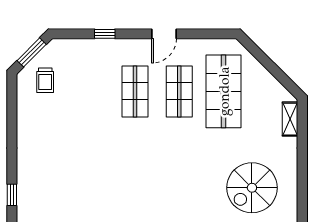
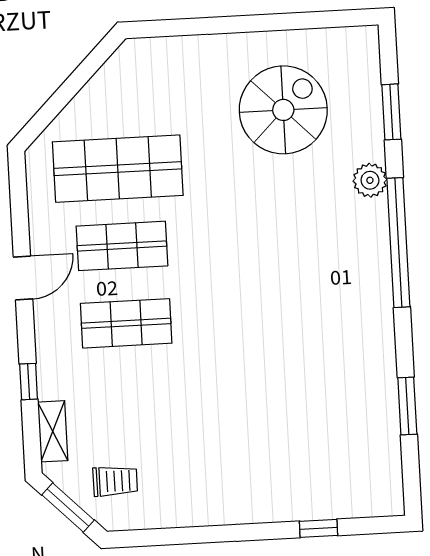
door: (164, 34) -> (23, 278), hinge flipped
shelving: (290, 119) -> (53, 431), moved, turned 90
spiral stairs: (252, 188) -> (283, 110), turned -90

